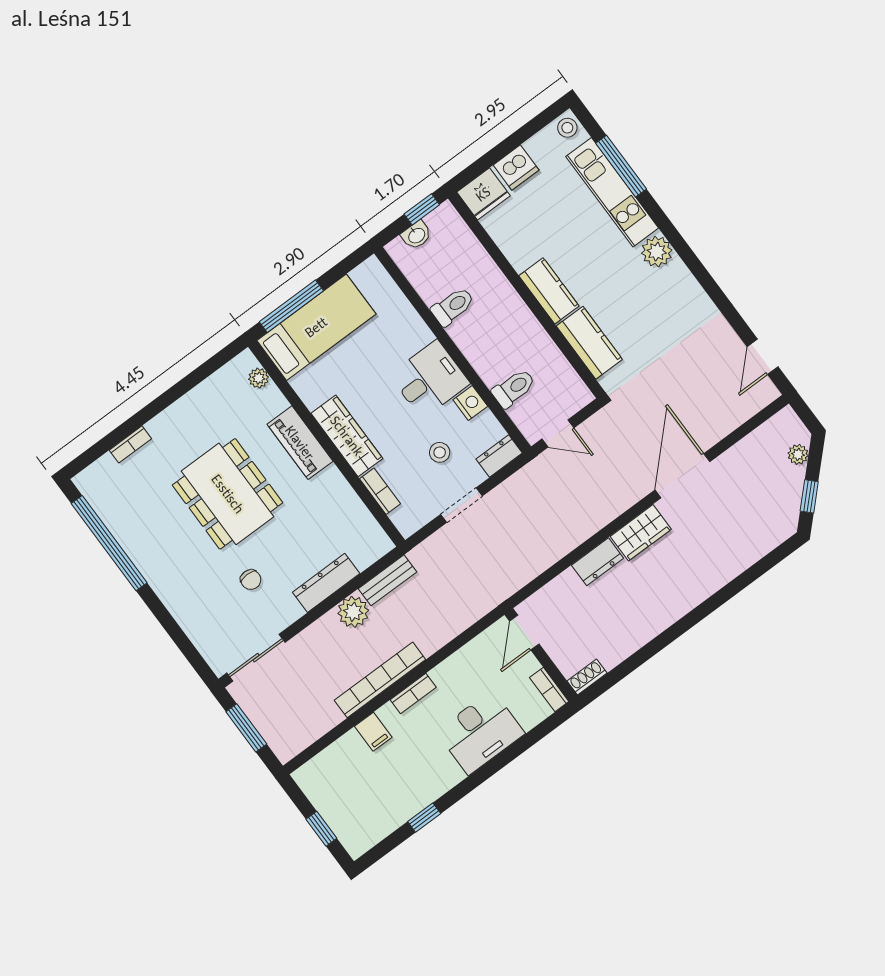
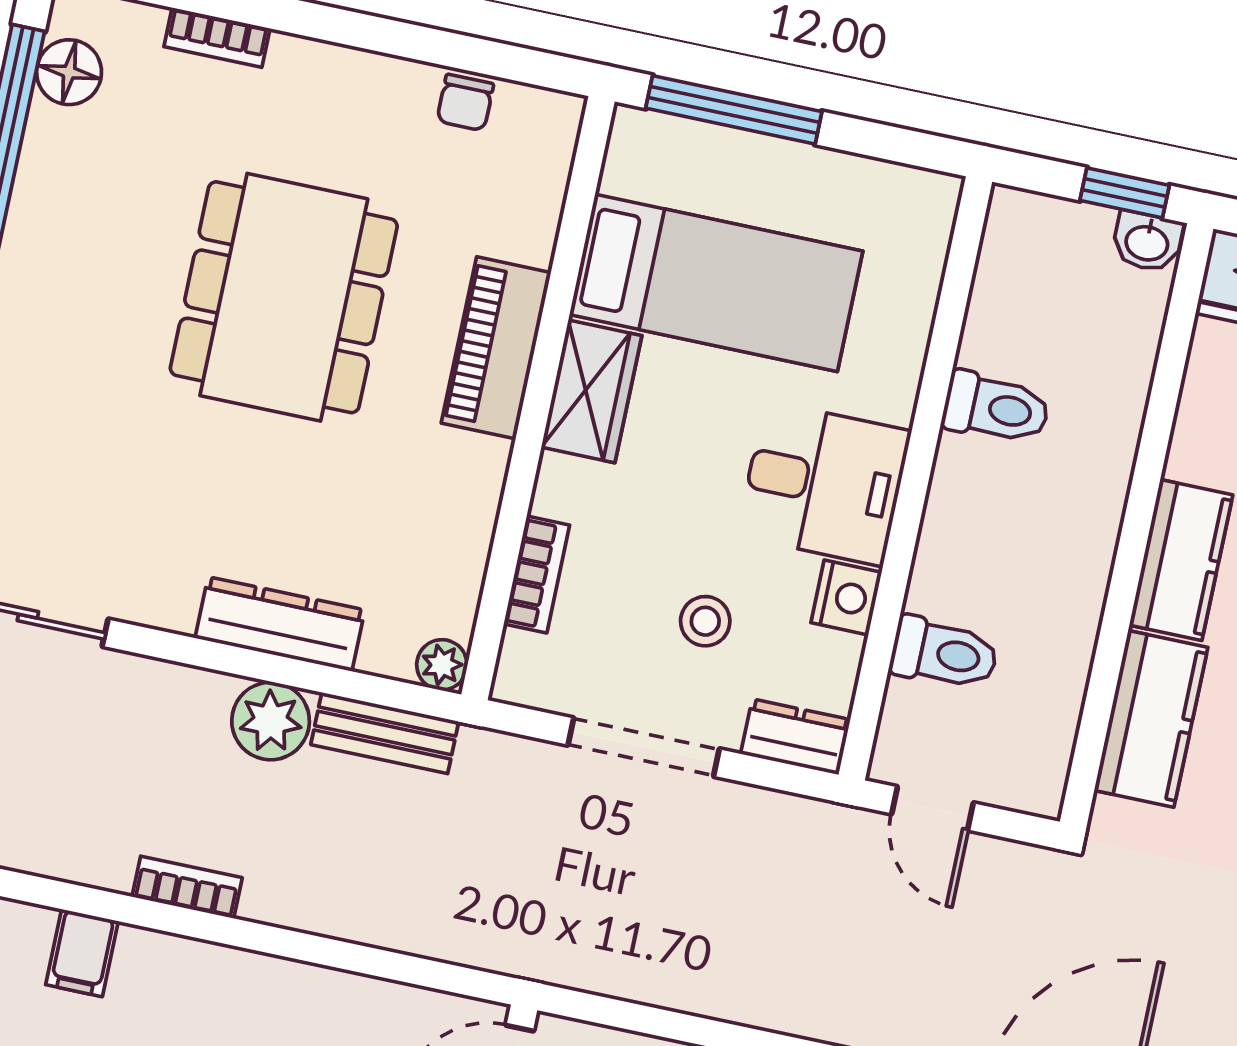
washbasin: (416, 235) -> (1147, 242), moved
bed: (316, 327) -> (716, 283), moved
plant: (259, 378) -> (442, 665), moved
wardrobe: (347, 436) -> (592, 391), width x0.67
floor lamp: (101, 499) -> (69, 72), added
doorway: (461, 505) -> (644, 747), width x1.38
chair: (251, 580) -> (465, 102), moved
bookcase: (380, 680) -> (187, 887), width x0.43, depth x0.76
bookcase: (413, 694) -> (217, 964), removed

